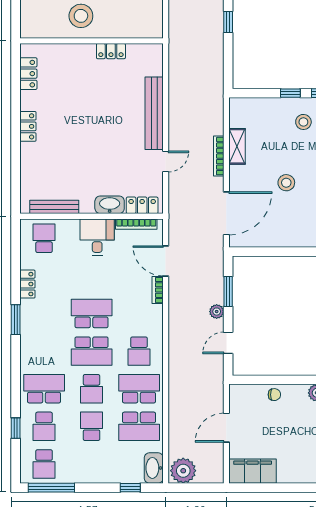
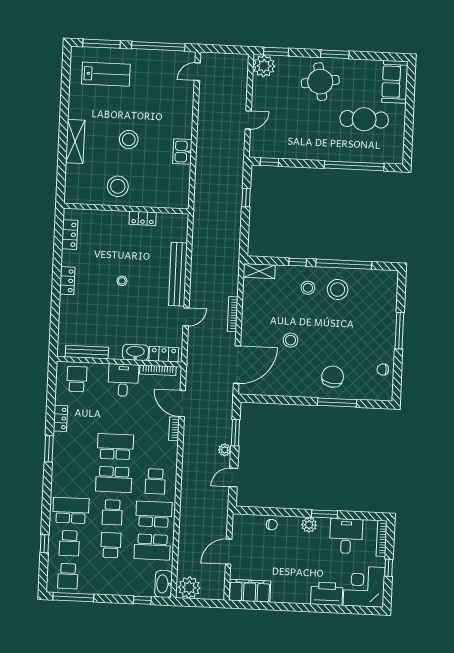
stool: (91, 124) -> (122, 281), added
shelving: (237, 146) -> (259, 271), moved, turned 90

